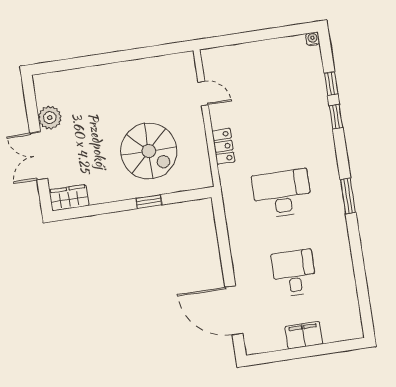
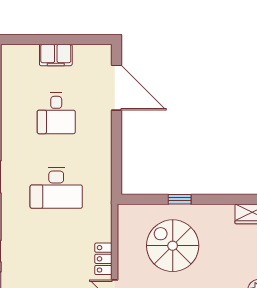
locker: (223, 146) -> (103, 259), moved

